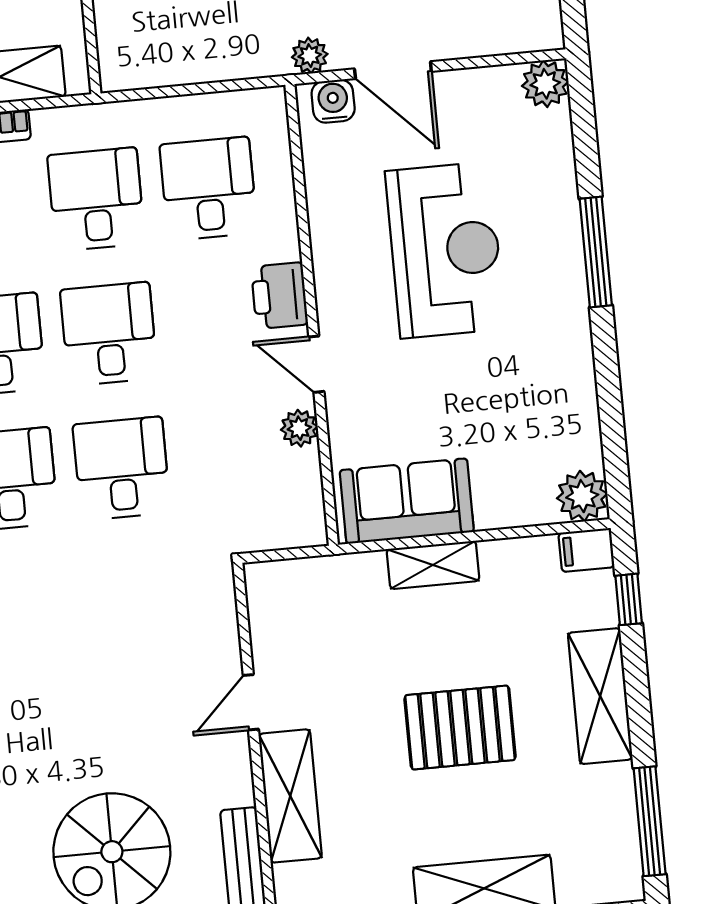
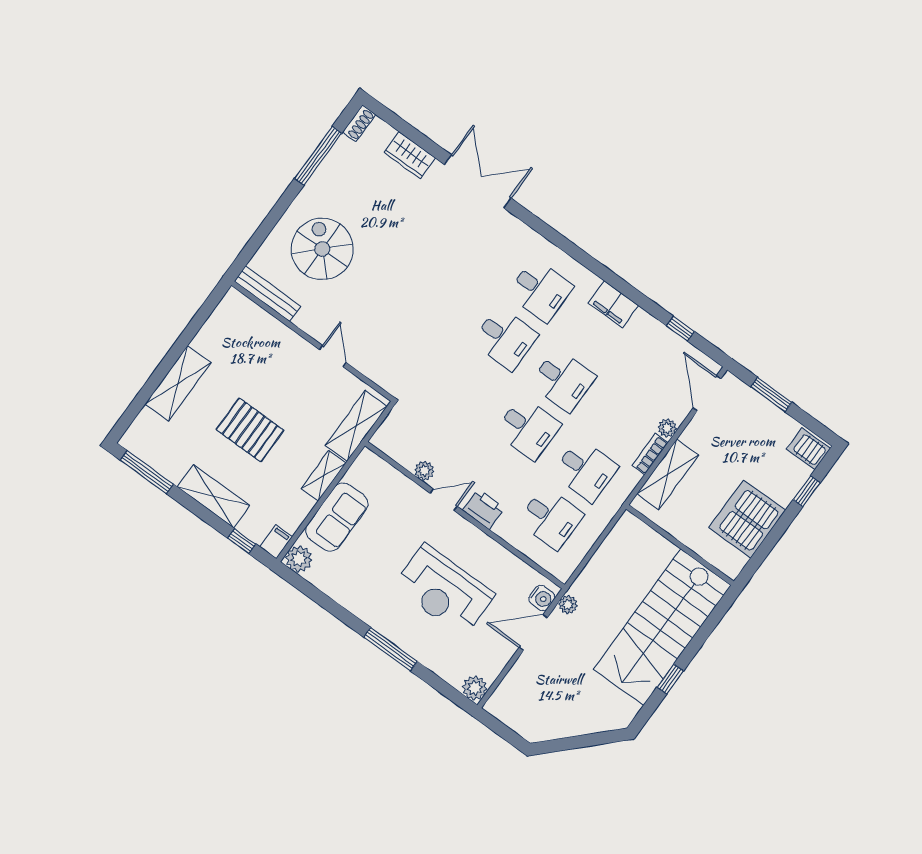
desk: (122, 469) -> (470, 386), removed
sofa: (407, 501) -> (337, 517), moved
pallet: (460, 728) -> (250, 430), turned 90
shelving: (290, 796) -> (356, 426), moved, turned 90

